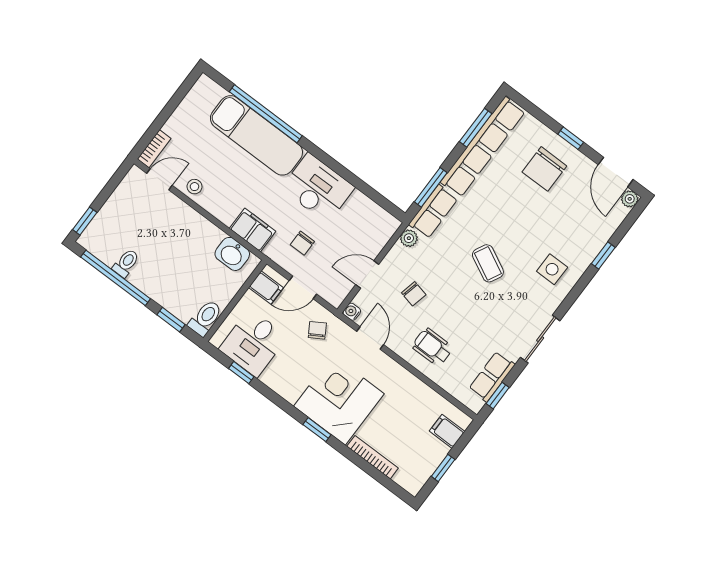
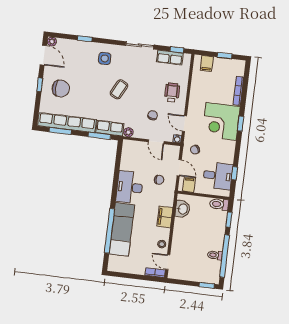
door: (616, 172) -> (43, 55), hinge flipped
filing cabinet: (253, 230) -> (165, 217), moved
door: (370, 338) -> (184, 124), hinge flipped
wheelchair: (432, 347) -> (172, 93), turned 180

